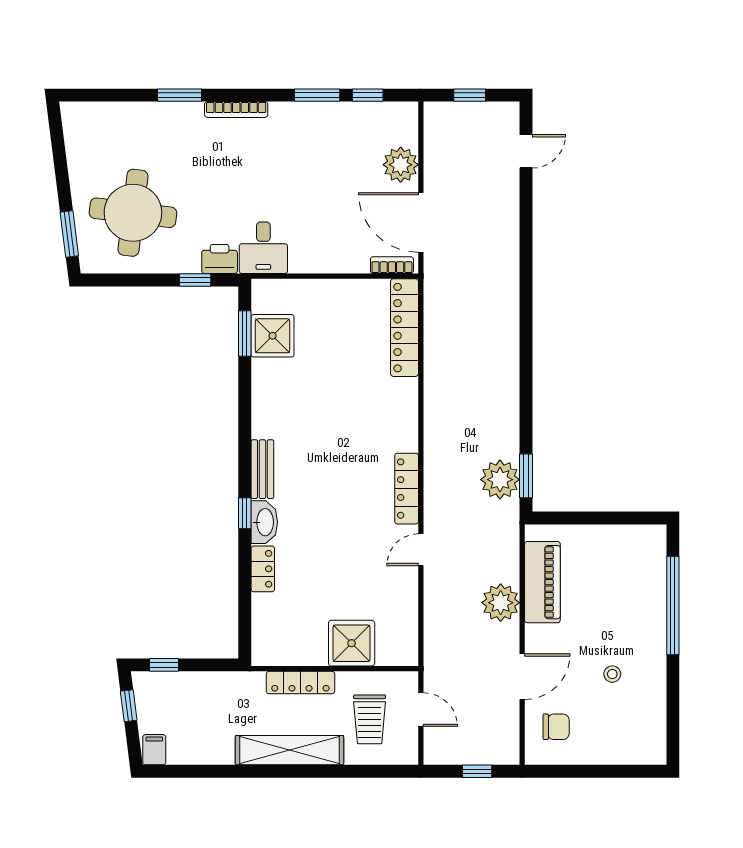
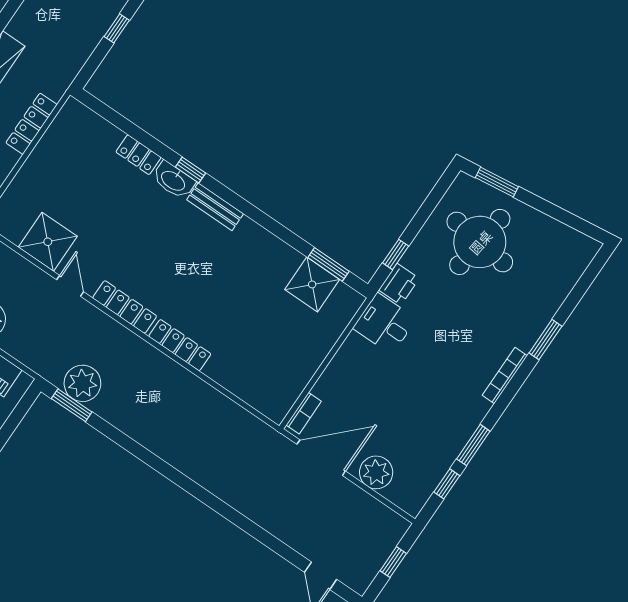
locker: (404, 328) -> (180, 345), moved, width x0.71, depth x0.83
shower: (352, 643) -> (48, 242), moved

